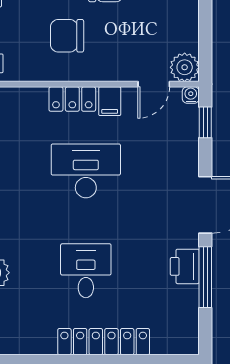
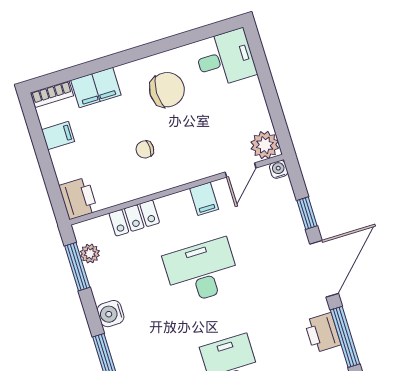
chair: (67, 36) -> (145, 149), width x0.54, depth x0.54
locker: (72, 99) -> (134, 218), moved
window: (205, 122) -> (307, 213), moved

